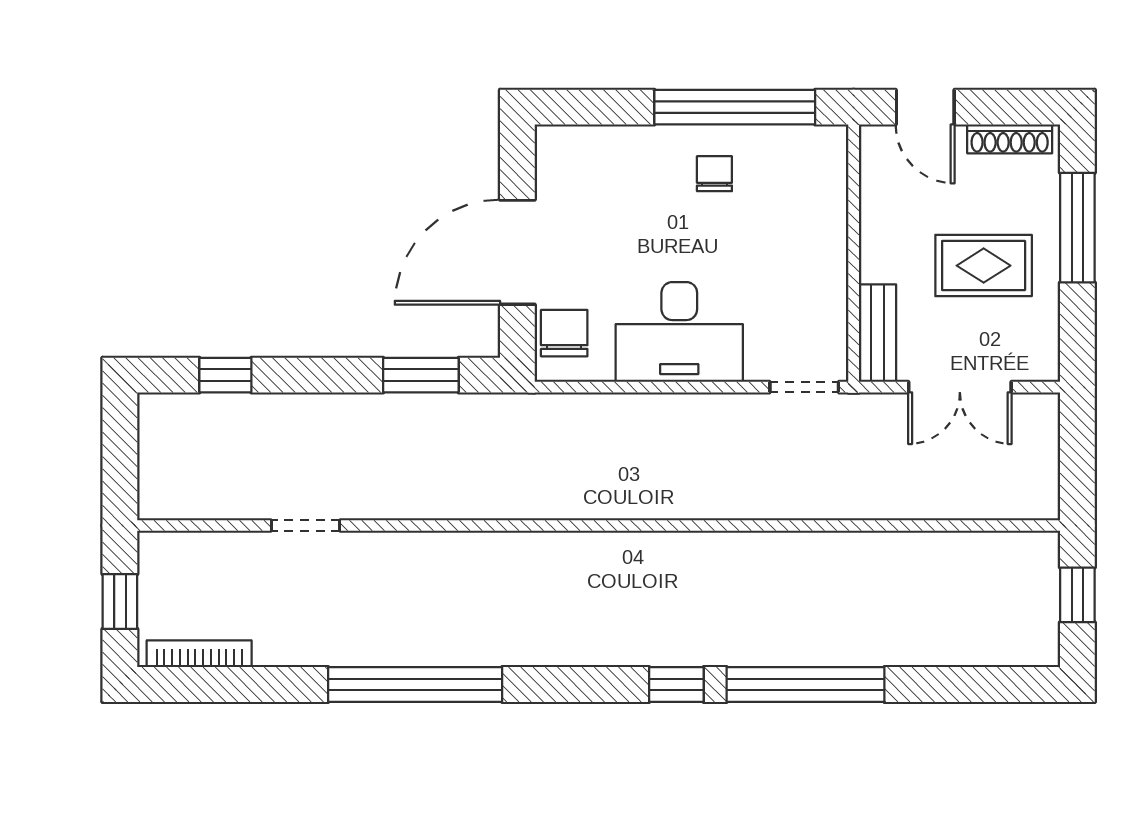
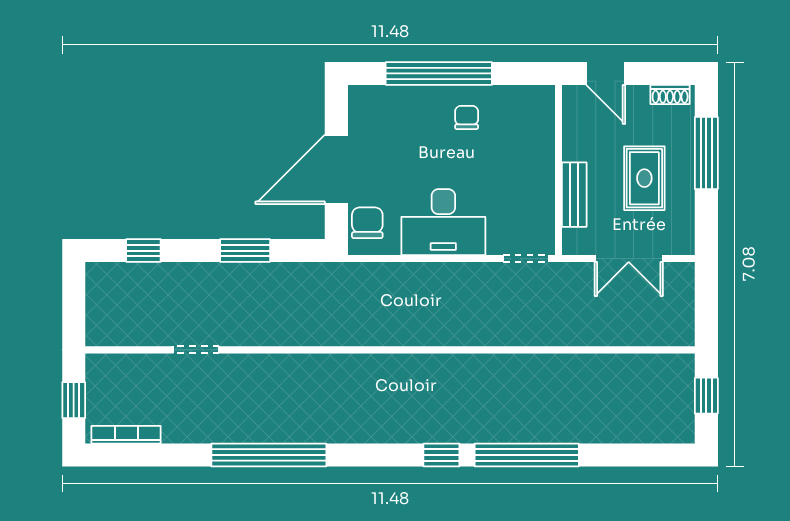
window: (735, 107) -> (439, 73), moved
shoe rack: (1010, 139) -> (670, 94), width x0.70
rug: (984, 266) -> (644, 178), turned 90
bench: (877, 333) -> (574, 195), moved
window: (421, 375) -> (245, 251), moved

